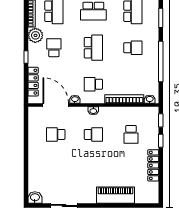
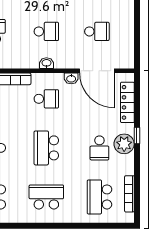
plant: (35, 35) -> (124, 144), moved
school desk: (93, 134) -> (46, 31), turned 180

